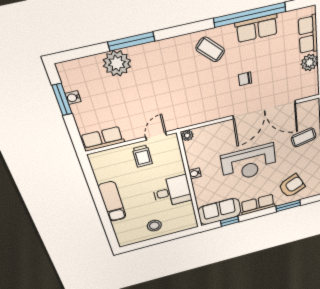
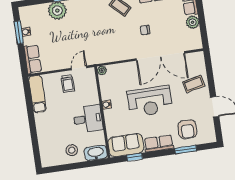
row of seats: (102, 139) -> (33, 59), moved, turned 90
armchair: (292, 186) -> (187, 129), turned 115
exam couch: (112, 202) -> (37, 94), moved
washbasin: (184, 224) -> (96, 153), added

